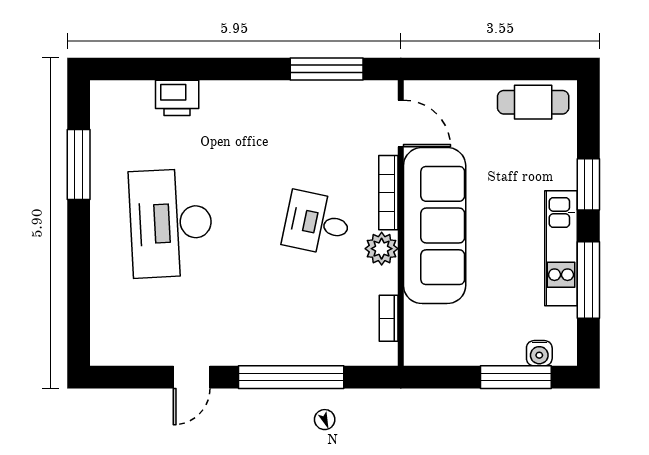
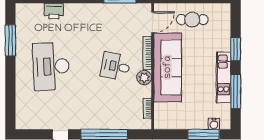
cafe table: (533, 102) -> (192, 20), moved
door: (401, 123) -> (153, 22), hinge flipped

